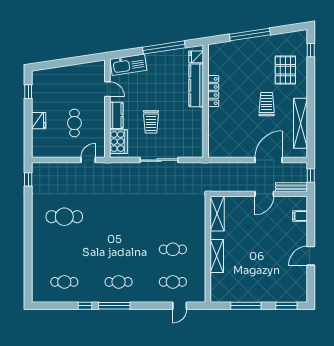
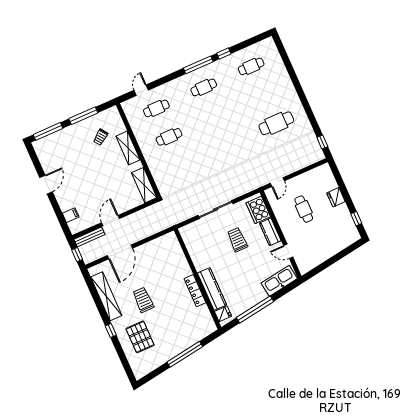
window: (311, 50) -> (111, 331), moved
trolley: (267, 104) -> (143, 300), turned 180
trolley: (238, 278) -> (101, 137), added
window: (286, 306) -> (48, 131), width x1.44

